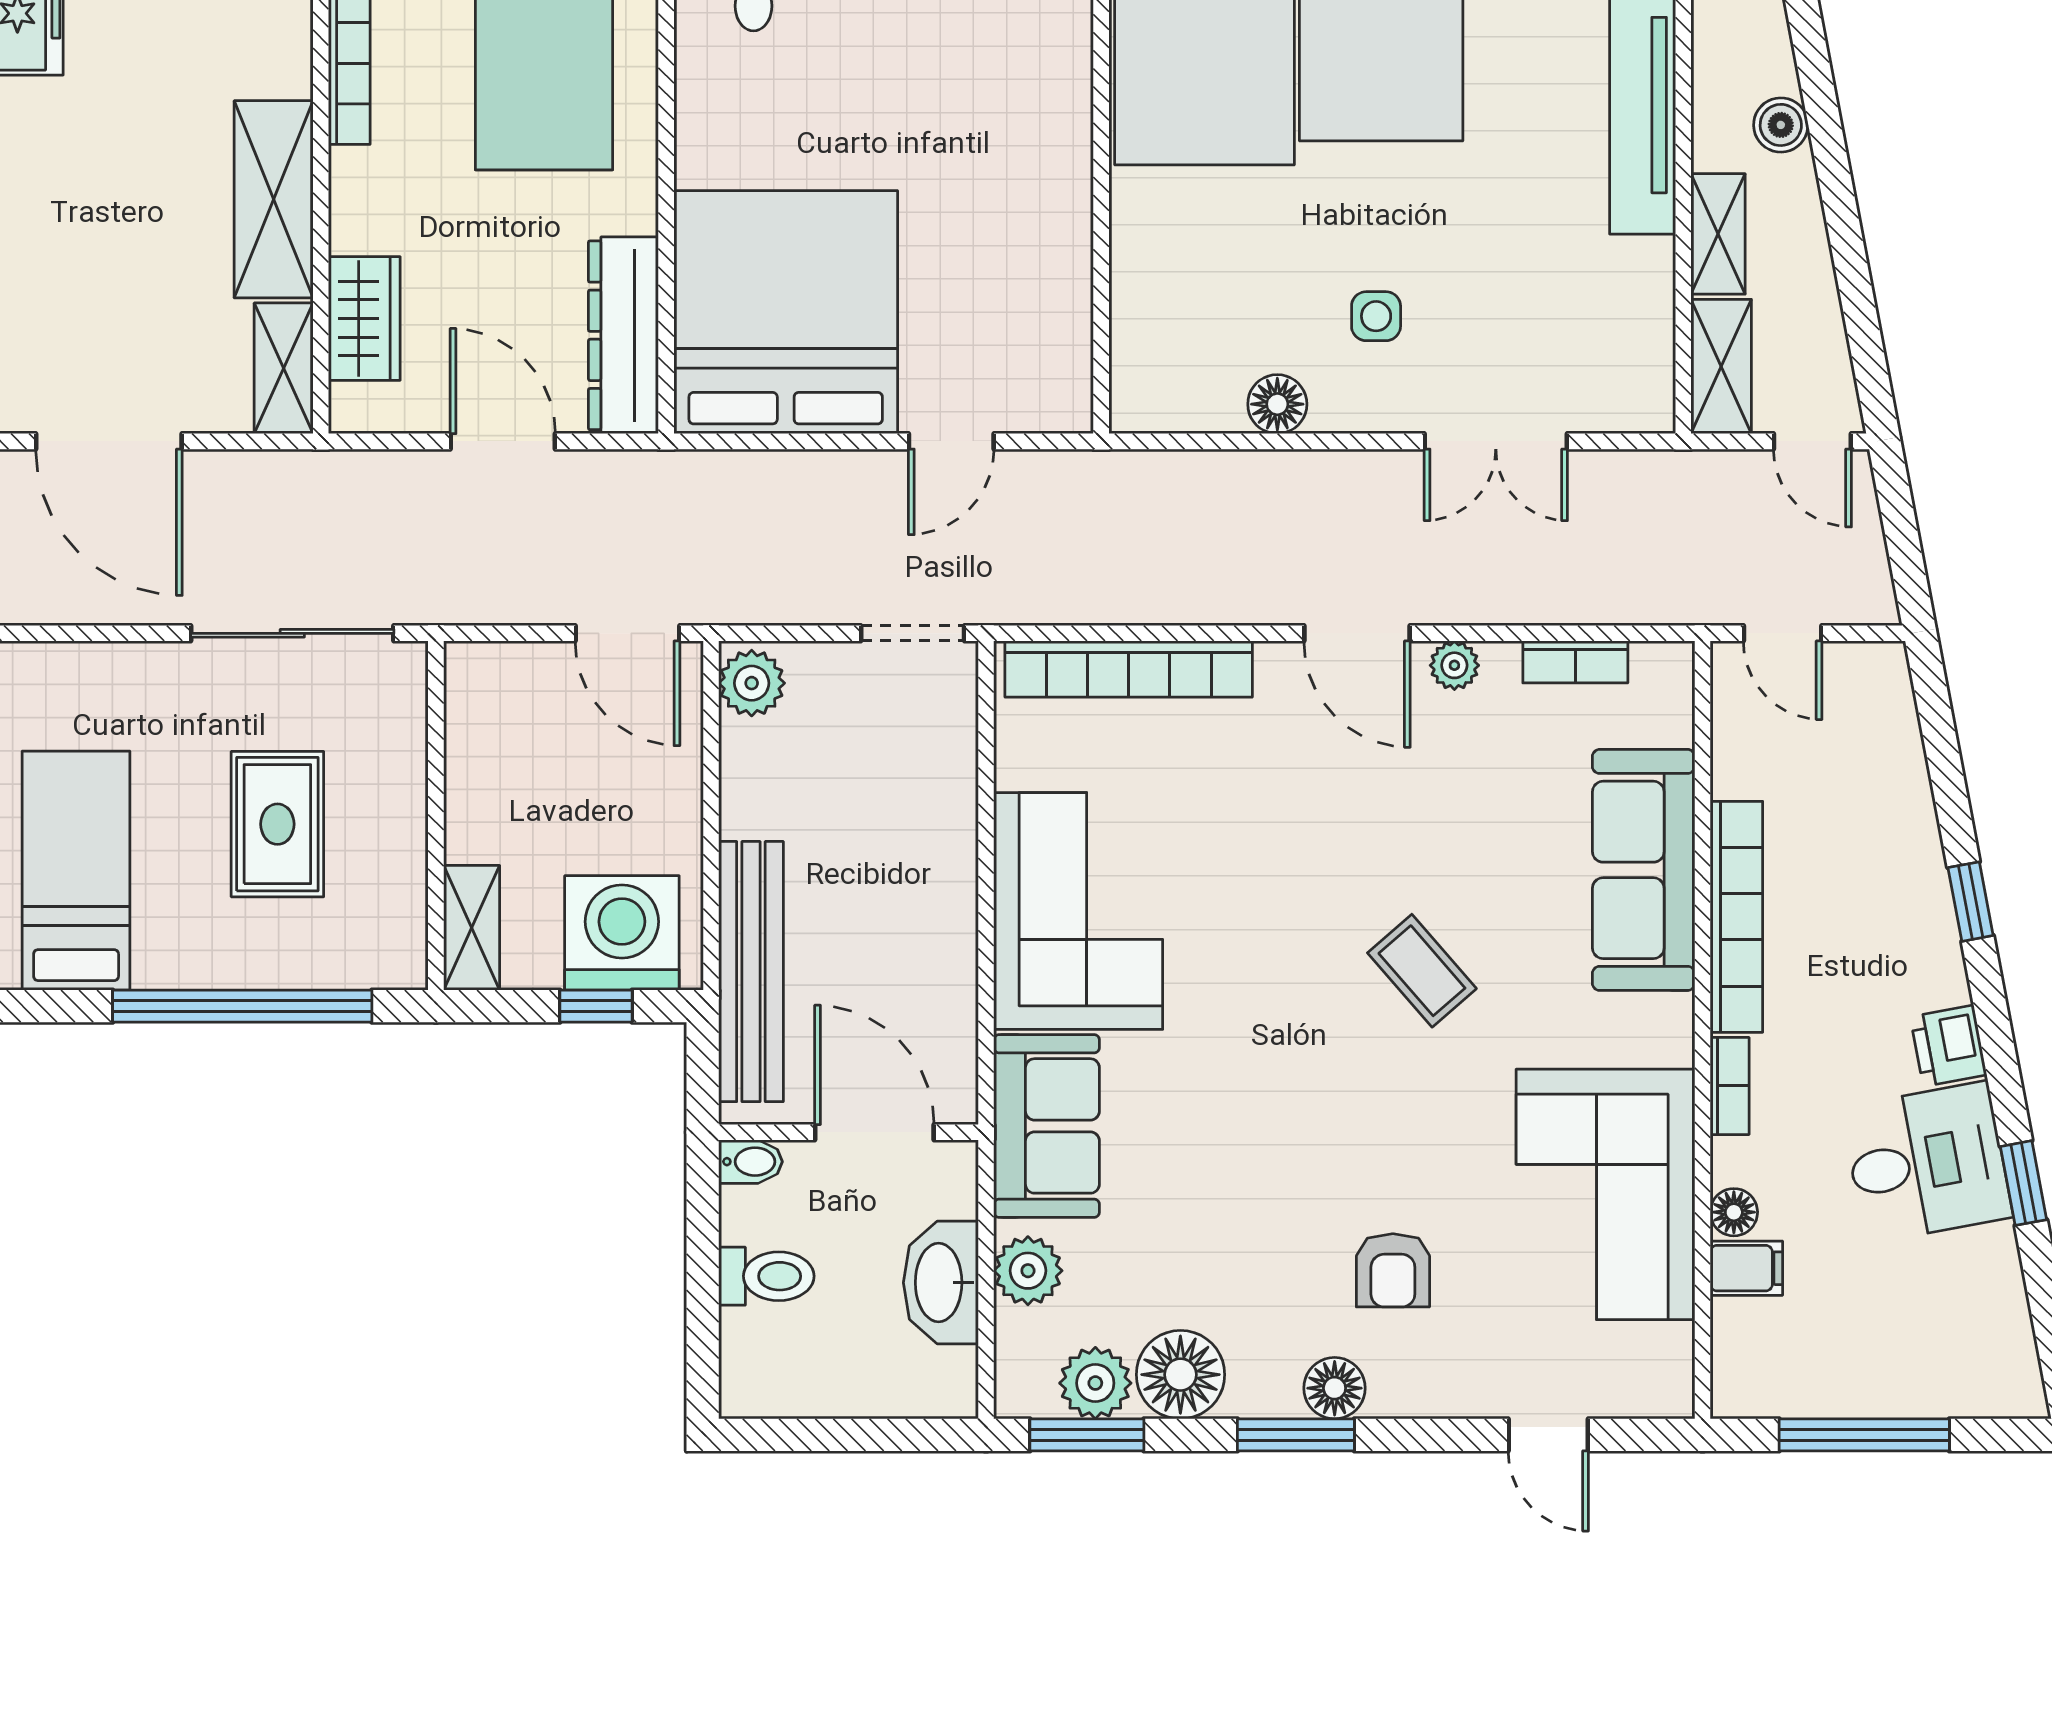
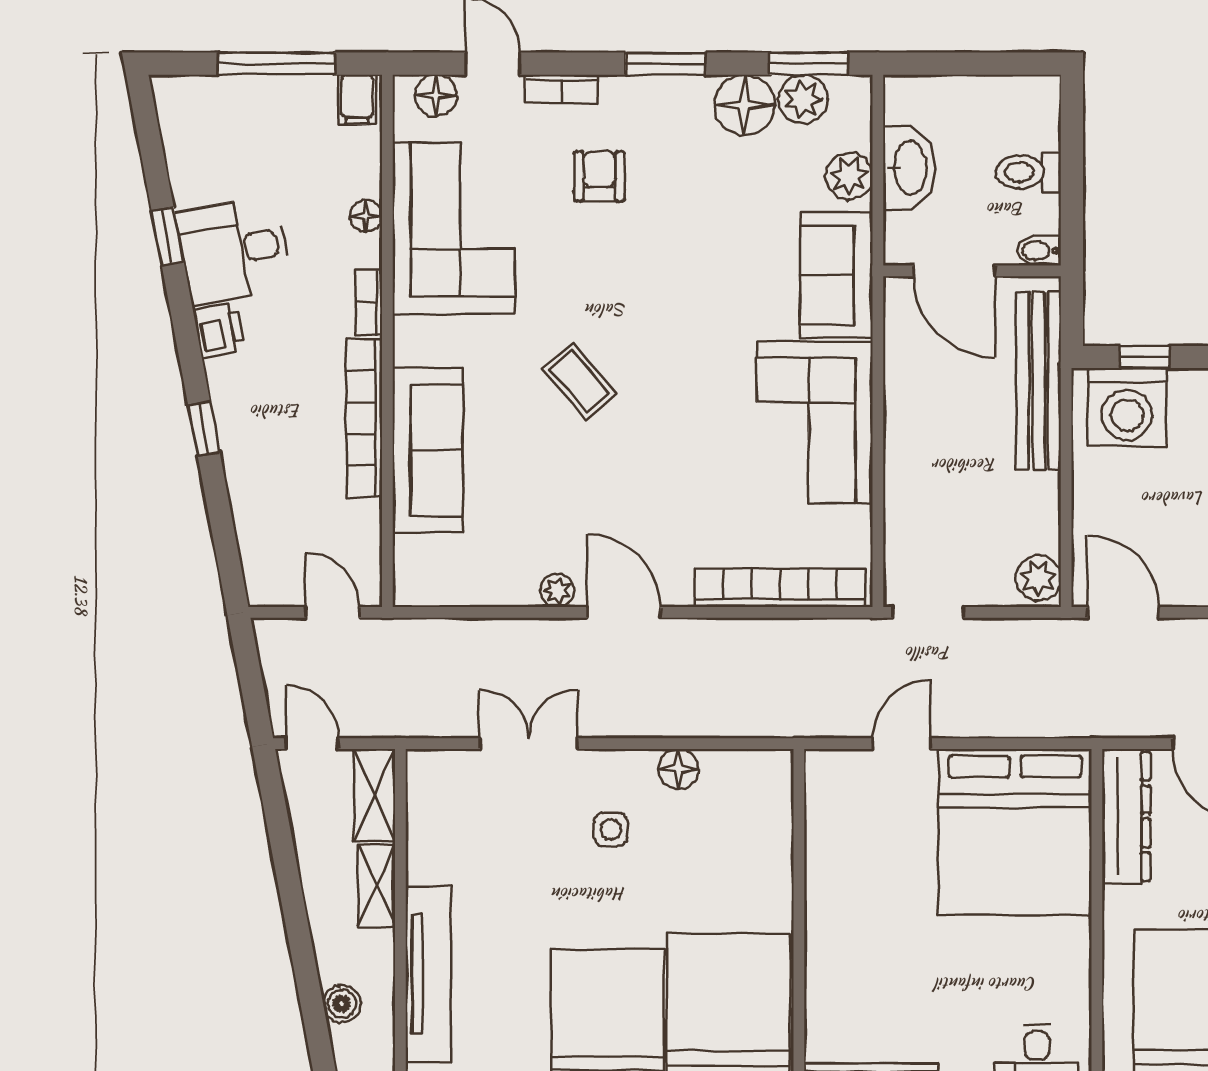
boiler: (1781, 125) -> (342, 1004), moved
bookcase: (1575, 662) -> (561, 89), moved, turned 180
filing cabinet: (1746, 1268) -> (357, 99), moved, turned -90
floor lamp: (1335, 1388) -> (436, 96), moved

